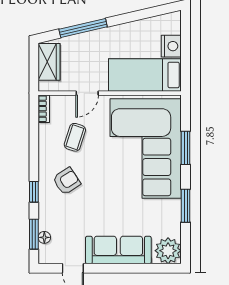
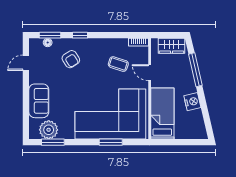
nightstand: (171, 46) -> (192, 102), moved, turned -103
armchair: (67, 181) -> (71, 59), moved
window: (186, 206) -> (53, 142), moved
sofa: (118, 250) -> (39, 101), width x0.73
plant: (168, 251) -> (49, 130), moved

